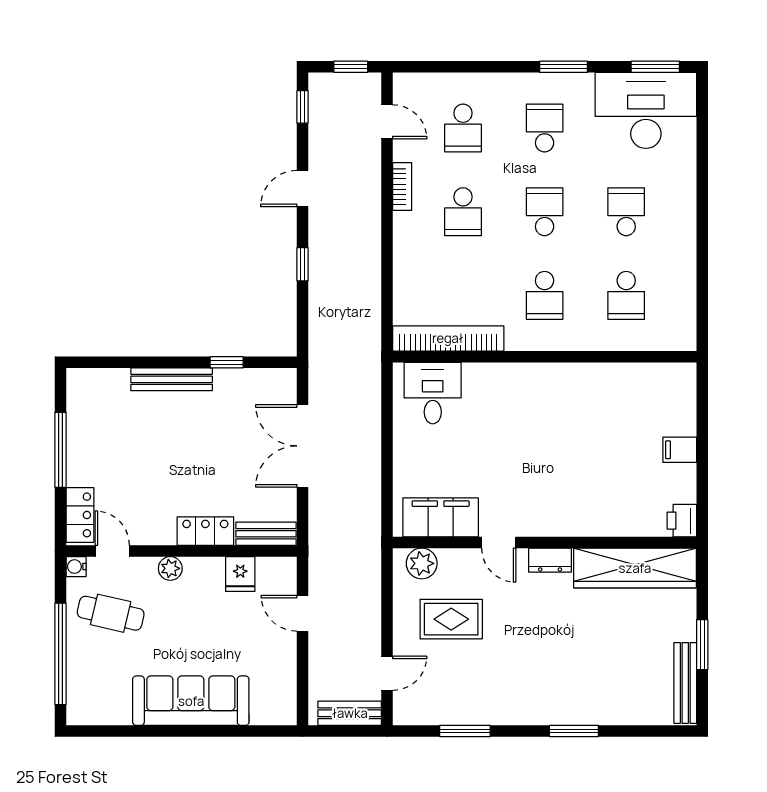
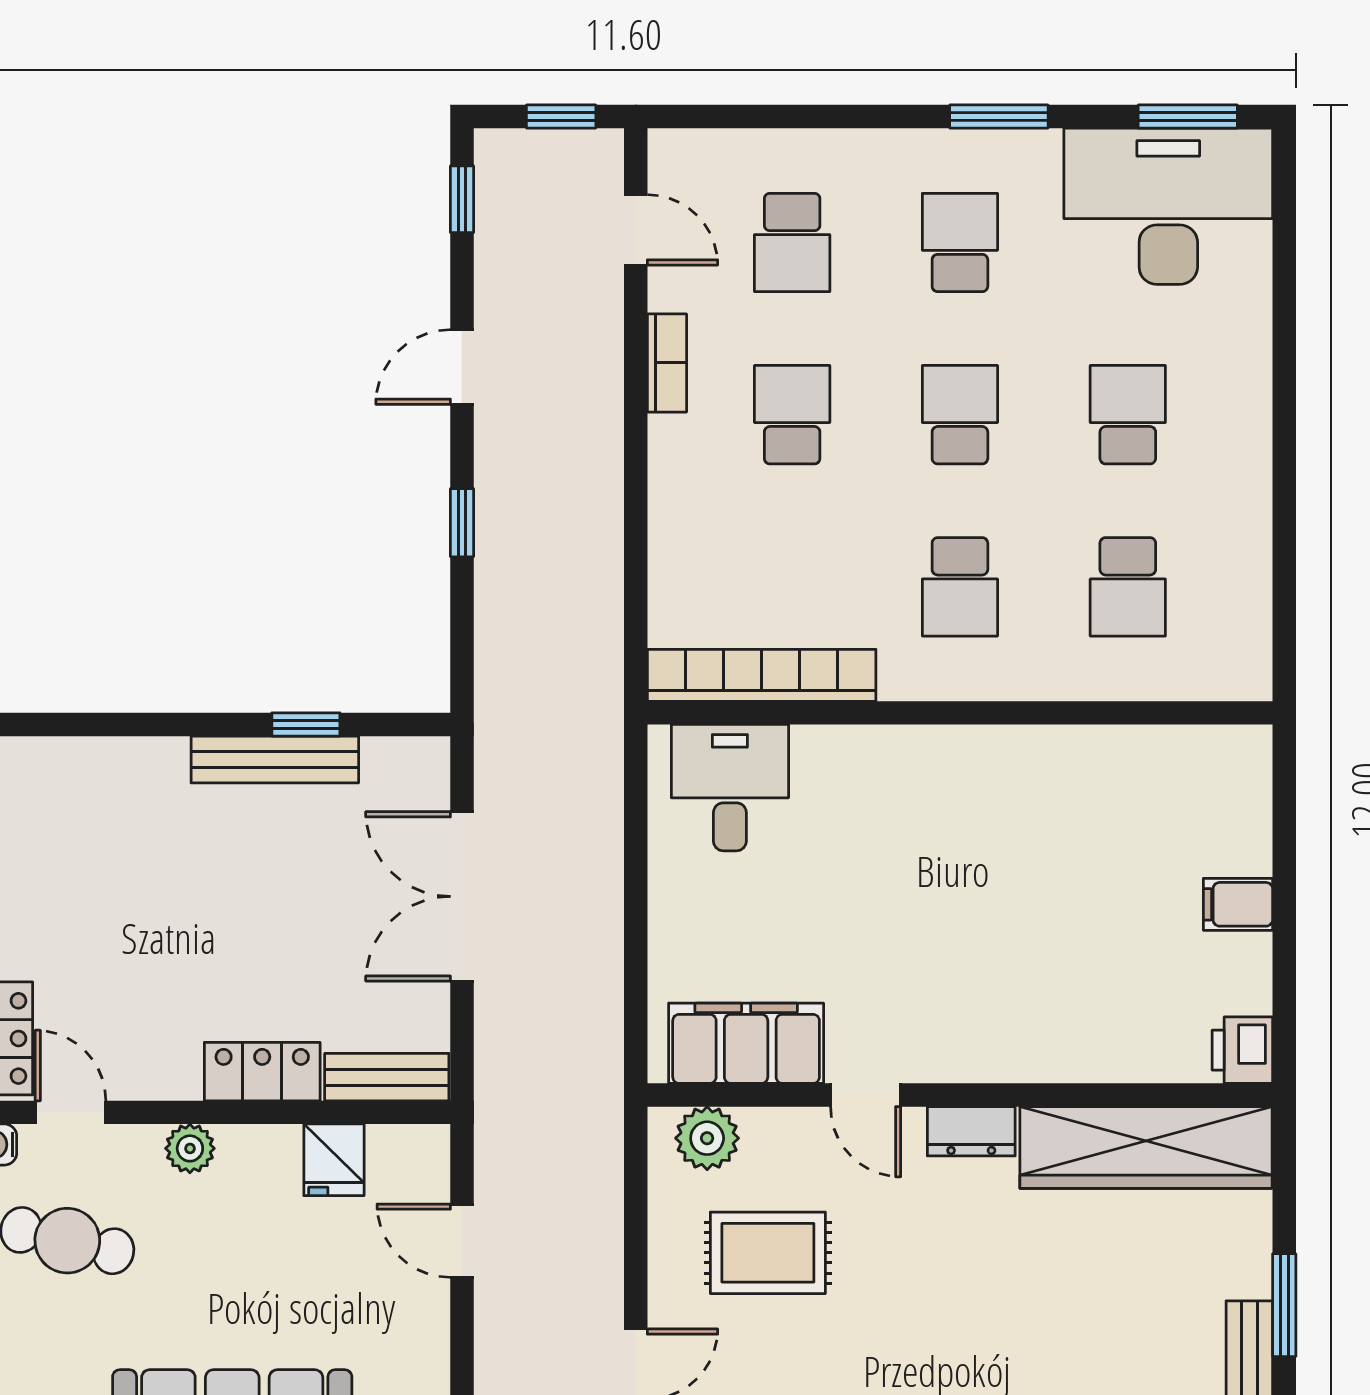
school desk: (463, 212) -> (792, 415), turned 180
bench: (172, 379) -> (275, 759), moved

